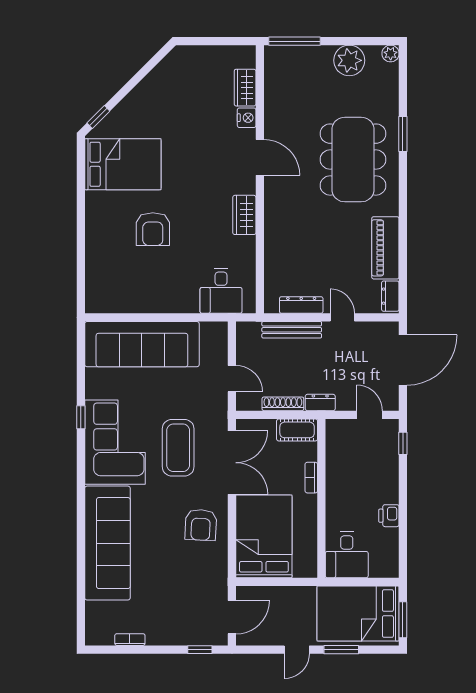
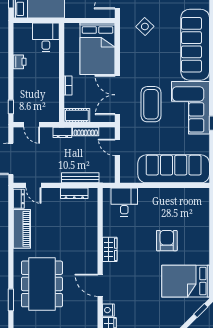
door: (342, 317) -> (33, 185), moved
armchair: (201, 525) -> (137, 56), removed
side table: (188, 572) -> (145, 26), added

